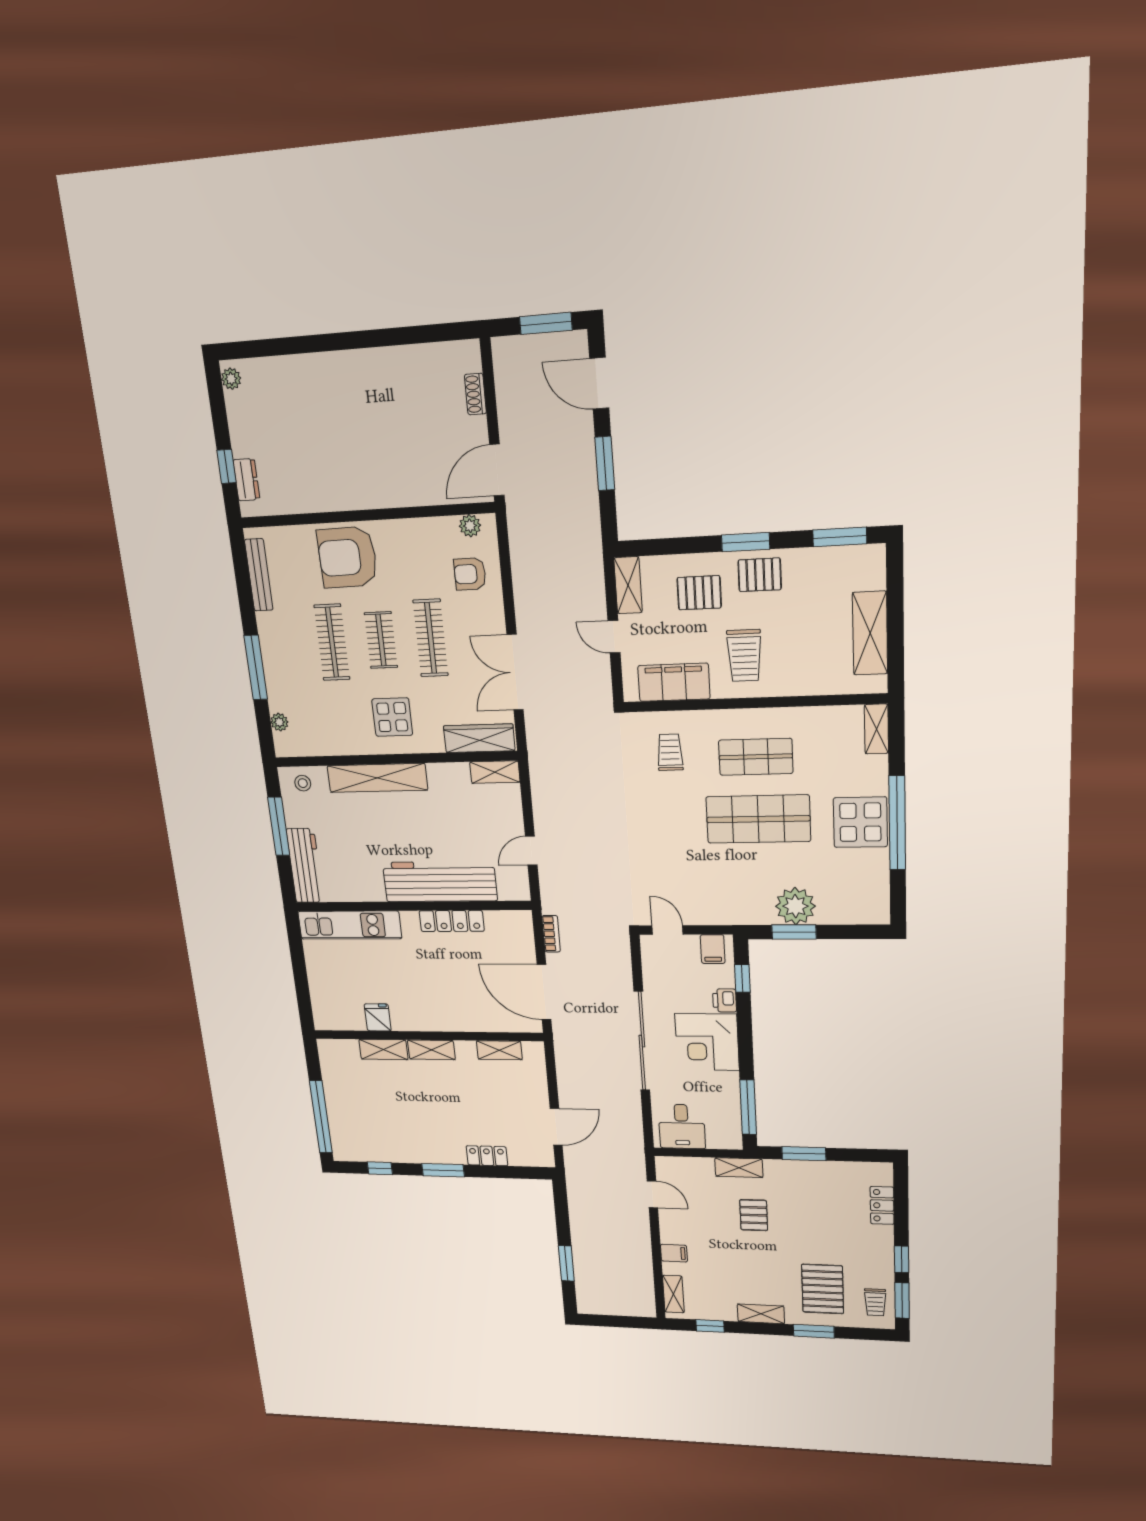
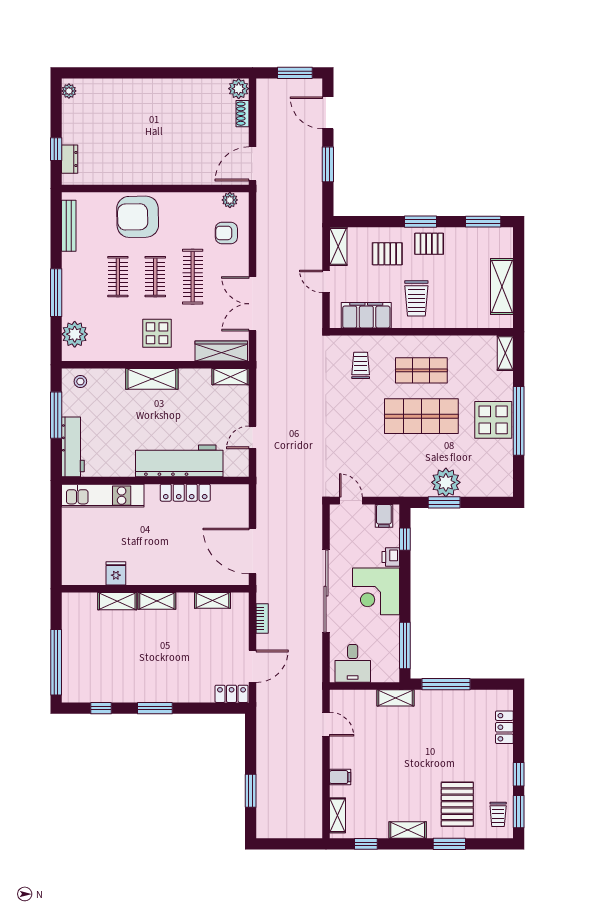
plant: (466, 356) -> (239, 89), added
clothes rail: (332, 642) -> (118, 277), width x0.73
plant: (279, 722) -> (75, 334), width x1.88, depth x1.88
shelving: (377, 778) -> (152, 379), width x0.68
bookcase: (551, 934) -> (262, 619), moved
window: (804, 1154) -> (446, 684), width x1.44
locker: (487, 1156) -> (232, 694), moved
pallet: (754, 1215) -> (405, 740), removed

